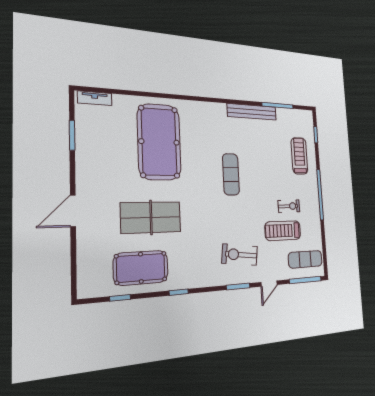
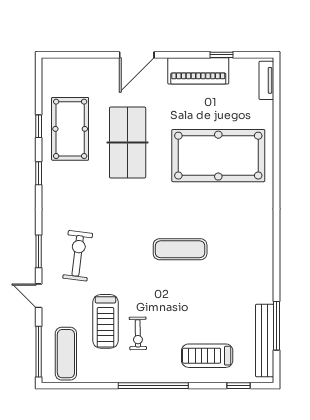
bench: (252, 112) -> (265, 341), moved
window: (72, 135) -> (222, 55), width x0.67
piano: (87, 156) -> (198, 71), added
treadmill: (299, 156) -> (207, 356), turned 180
door: (73, 211) -> (137, 55), swing flipped
treadmill: (283, 231) -> (105, 321), turned 180
window: (120, 298) -> (39, 126), moved

